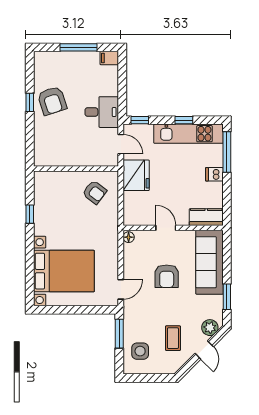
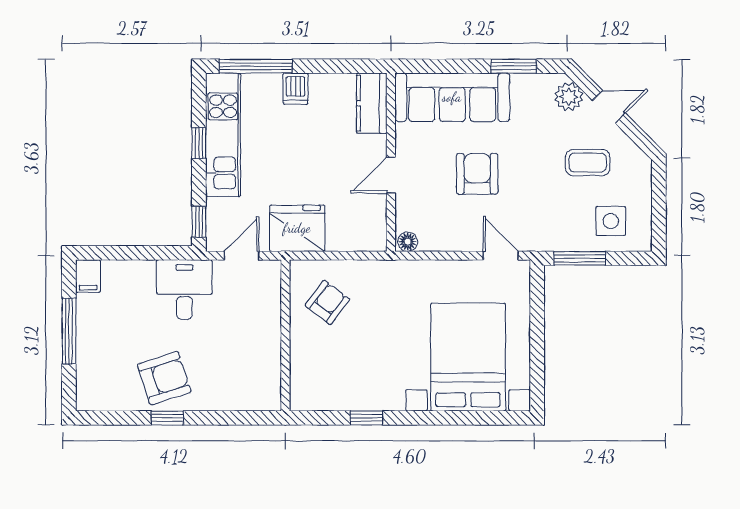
armchair: (167, 276) -> (477, 174), turned -90

